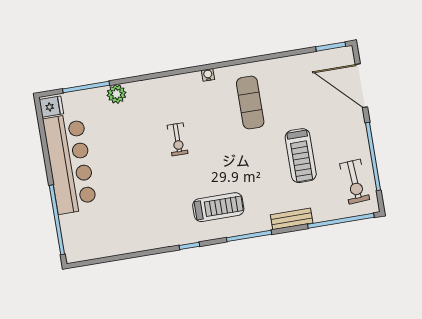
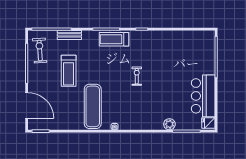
exercise mat: (250, 103) -> (93, 106), width x1.36, depth x1.45
exercise bike: (178, 139) -> (137, 76), moved
treadmill: (301, 156) -> (69, 71), turned 180
bar counter: (70, 164) -> (203, 96), width x0.73
treadmill: (218, 207) -> (114, 39), moved
bench: (292, 219) -> (69, 35), moved

